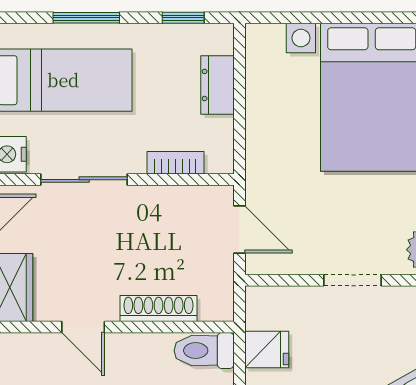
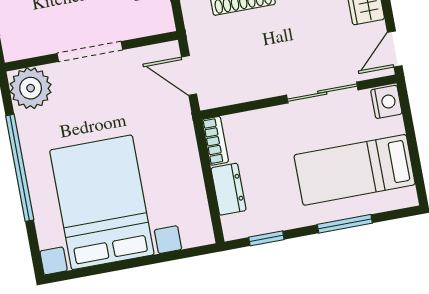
bookcase: (175, 163) -> (215, 141), moved, turned -90
doorway: (353, 280) -> (90, 51), width x1.38

